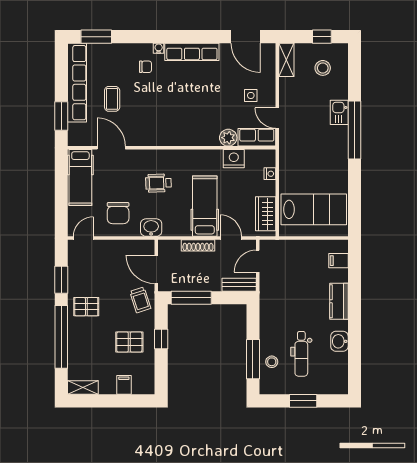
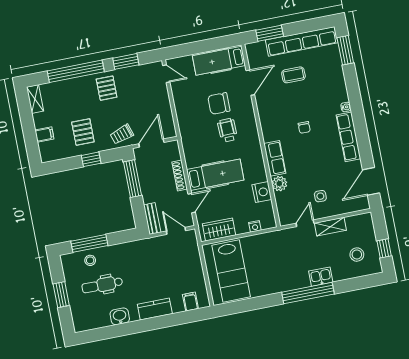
shelving: (286, 60) -> (330, 227), moved
chair: (145, 67) -> (304, 127), moved
row of seats: (257, 137) -> (275, 158), moved
chair: (118, 213) -> (219, 104), moved
washbasin: (151, 228) -> (187, 131), removed

